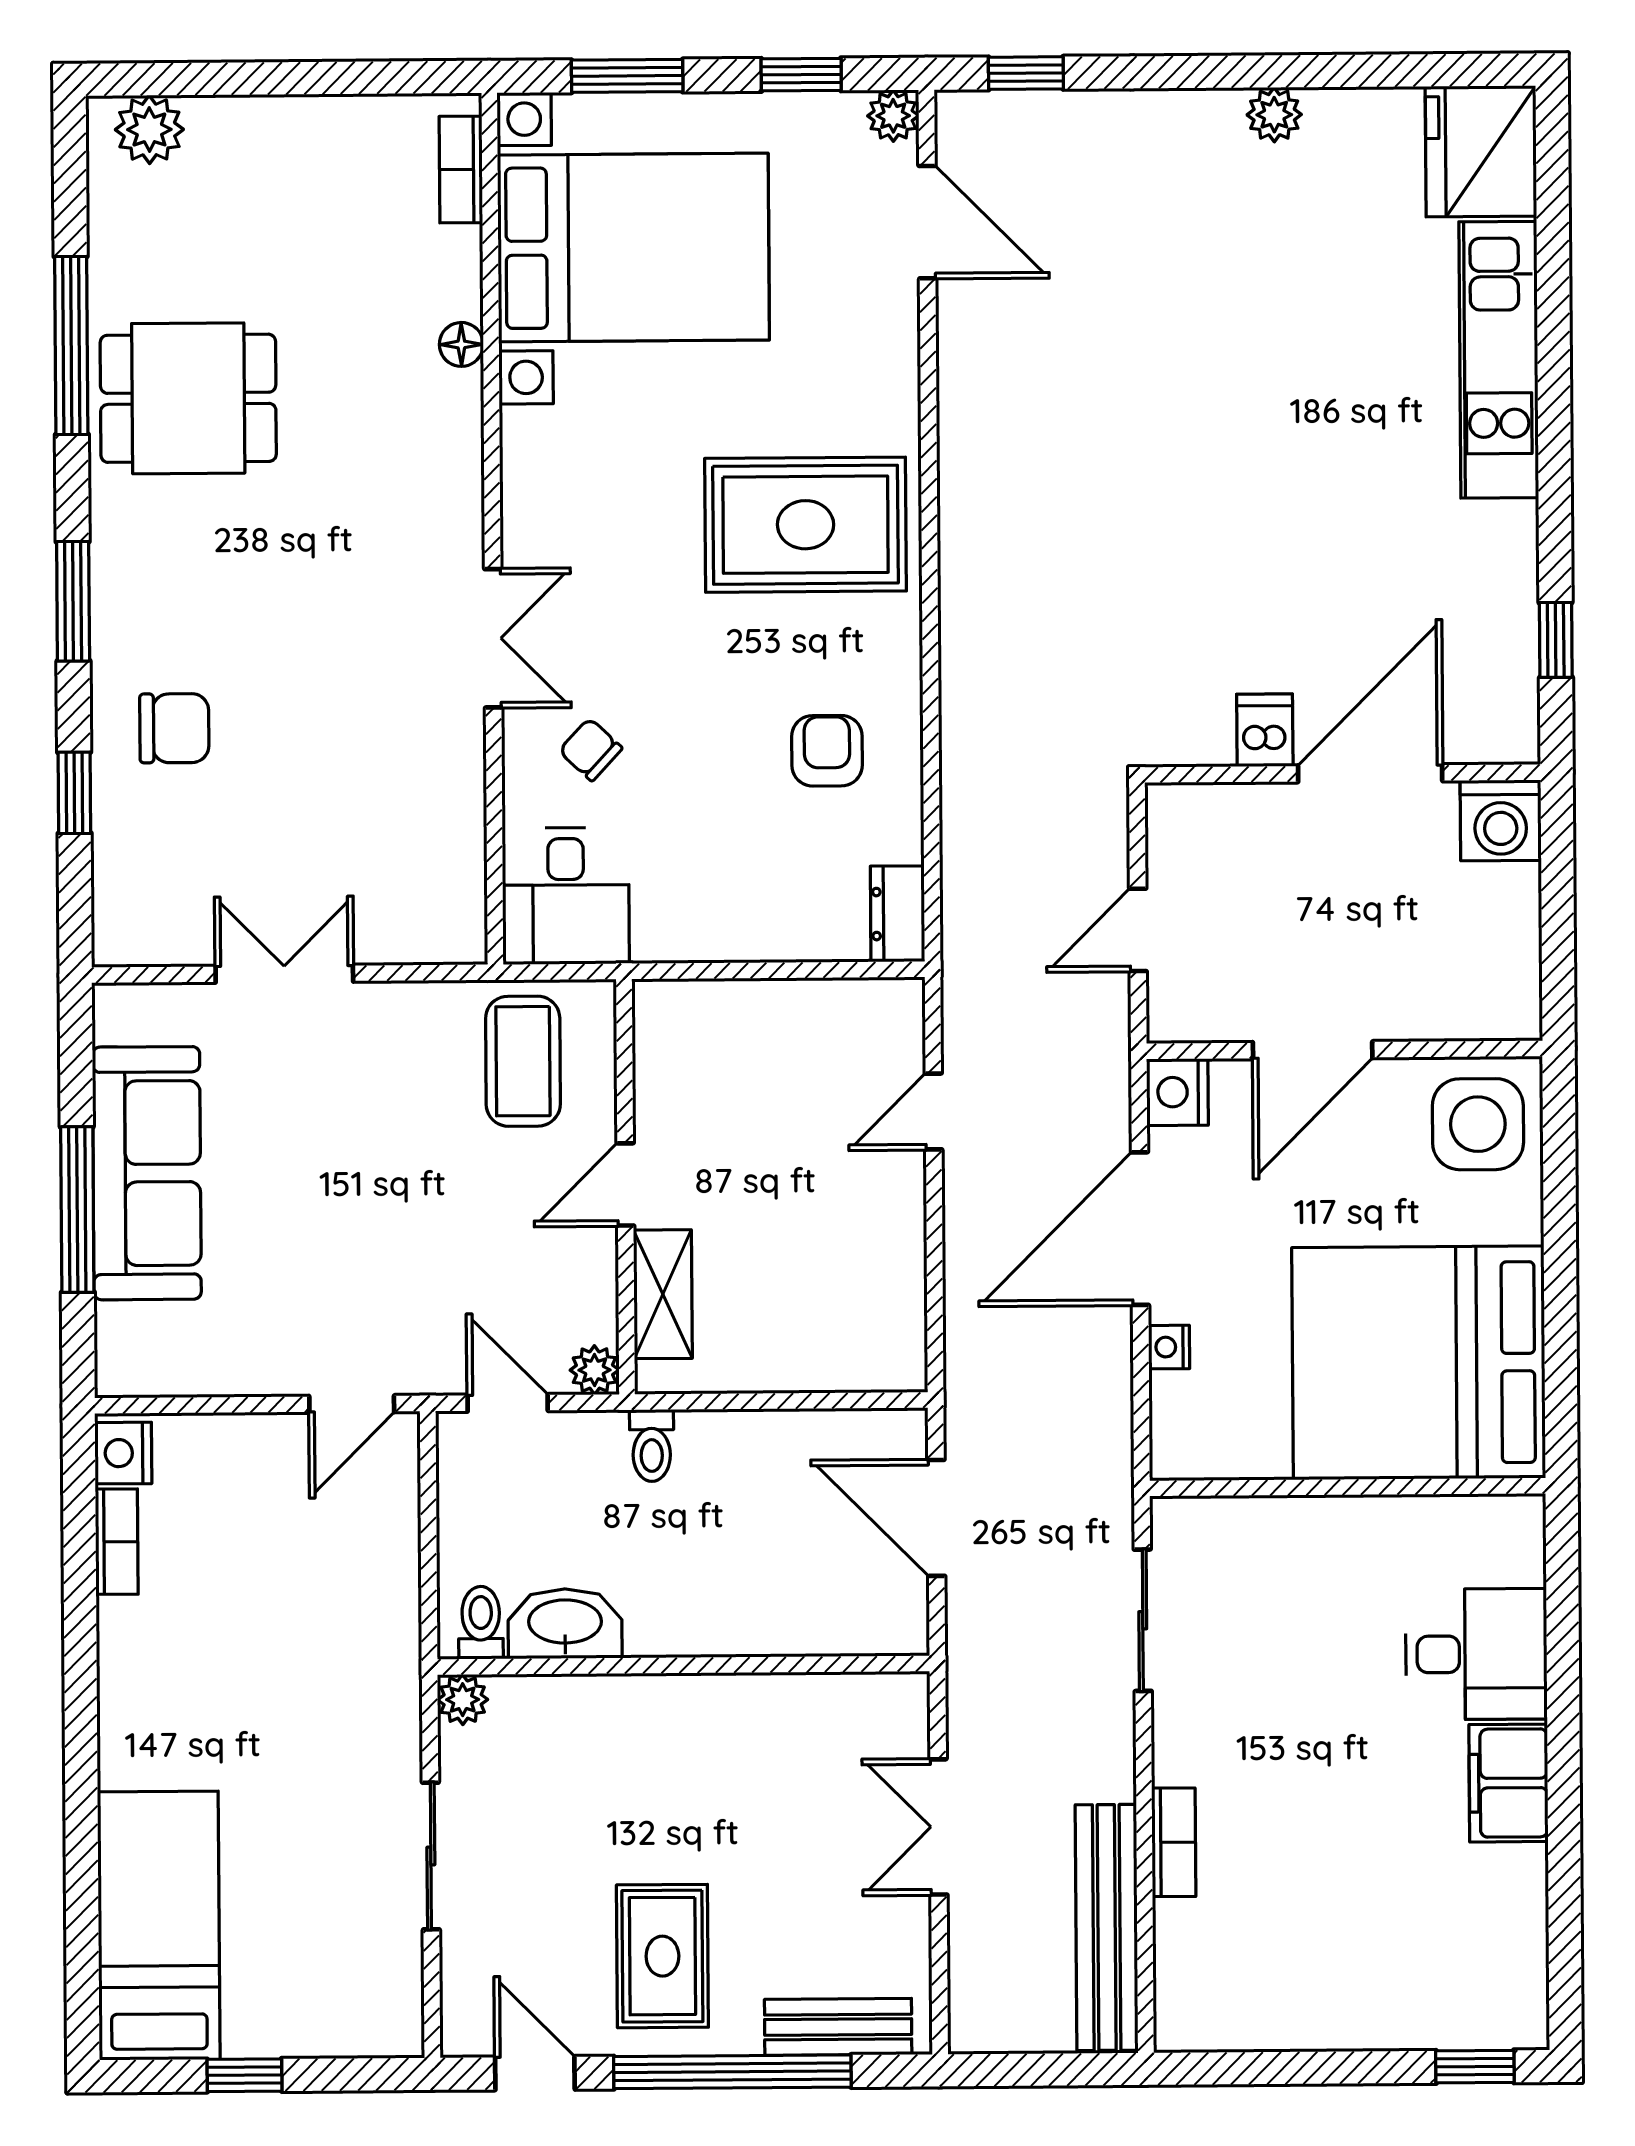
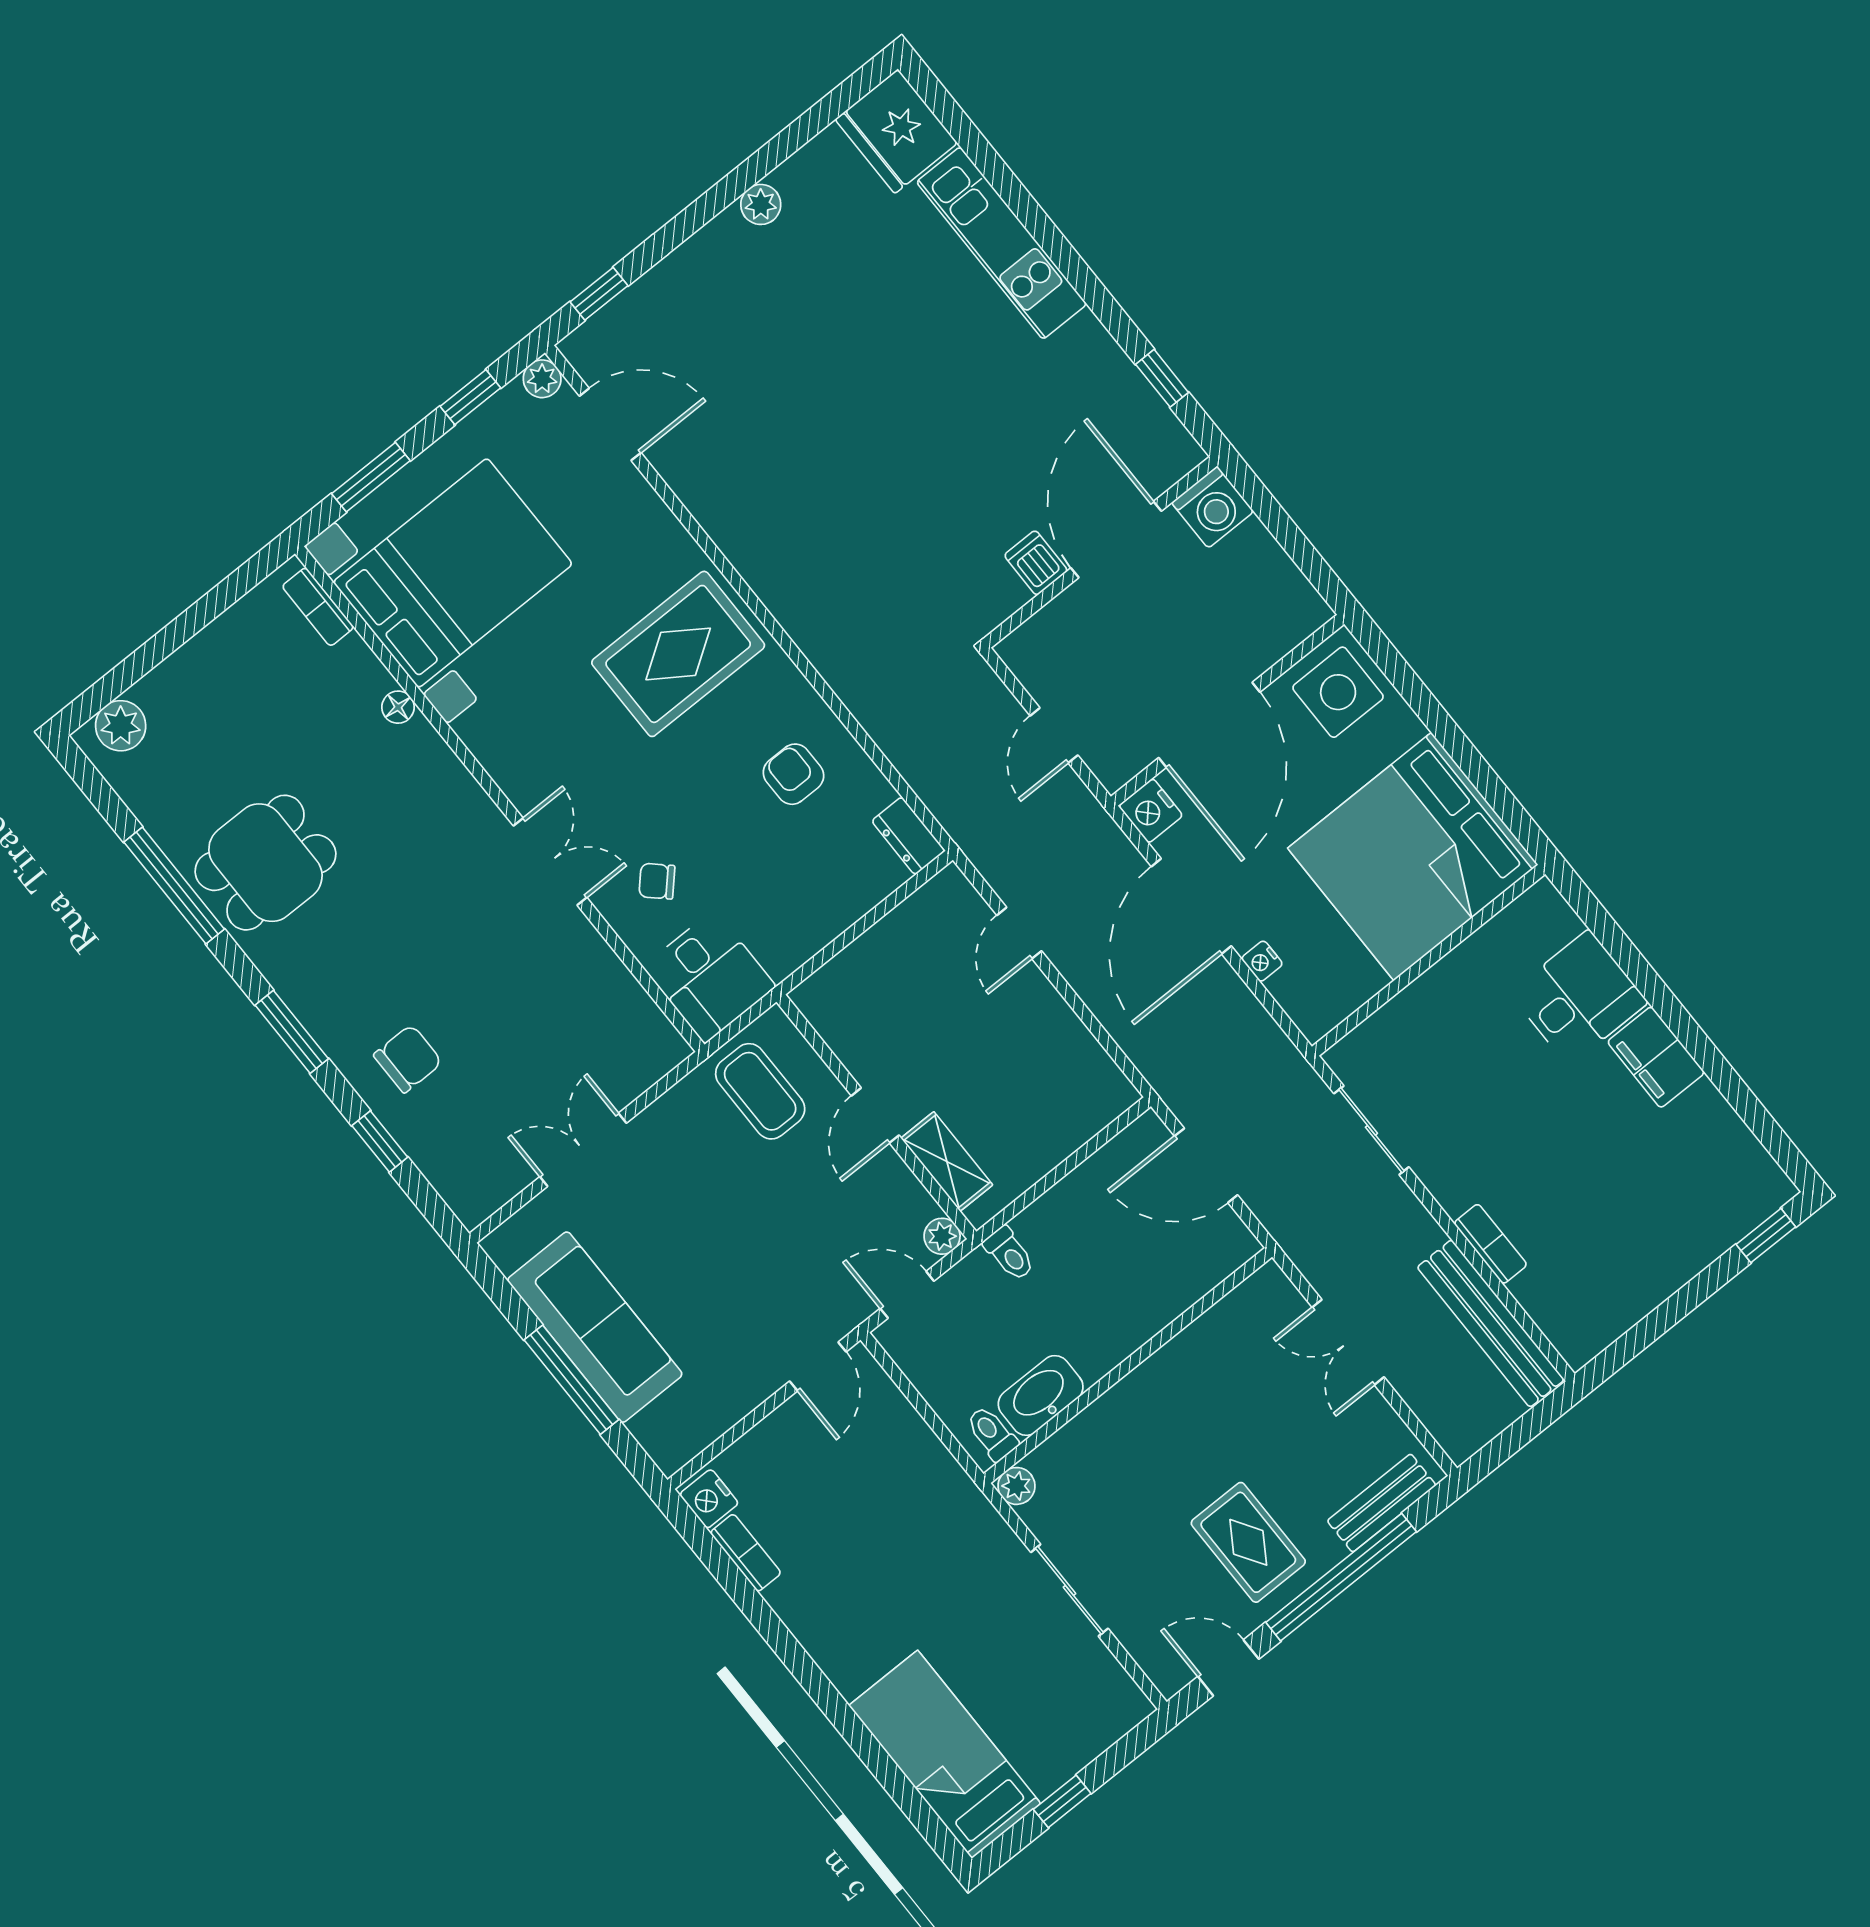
door: (1313, 1050) -> (1209, 725), width x1.36

